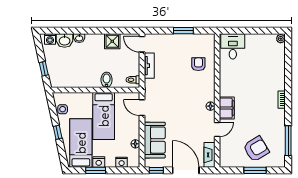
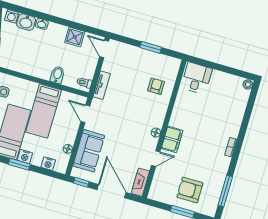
tv unit: (149, 66) -> (102, 85), moved
armchair: (256, 149) -> (190, 190), turned -149

